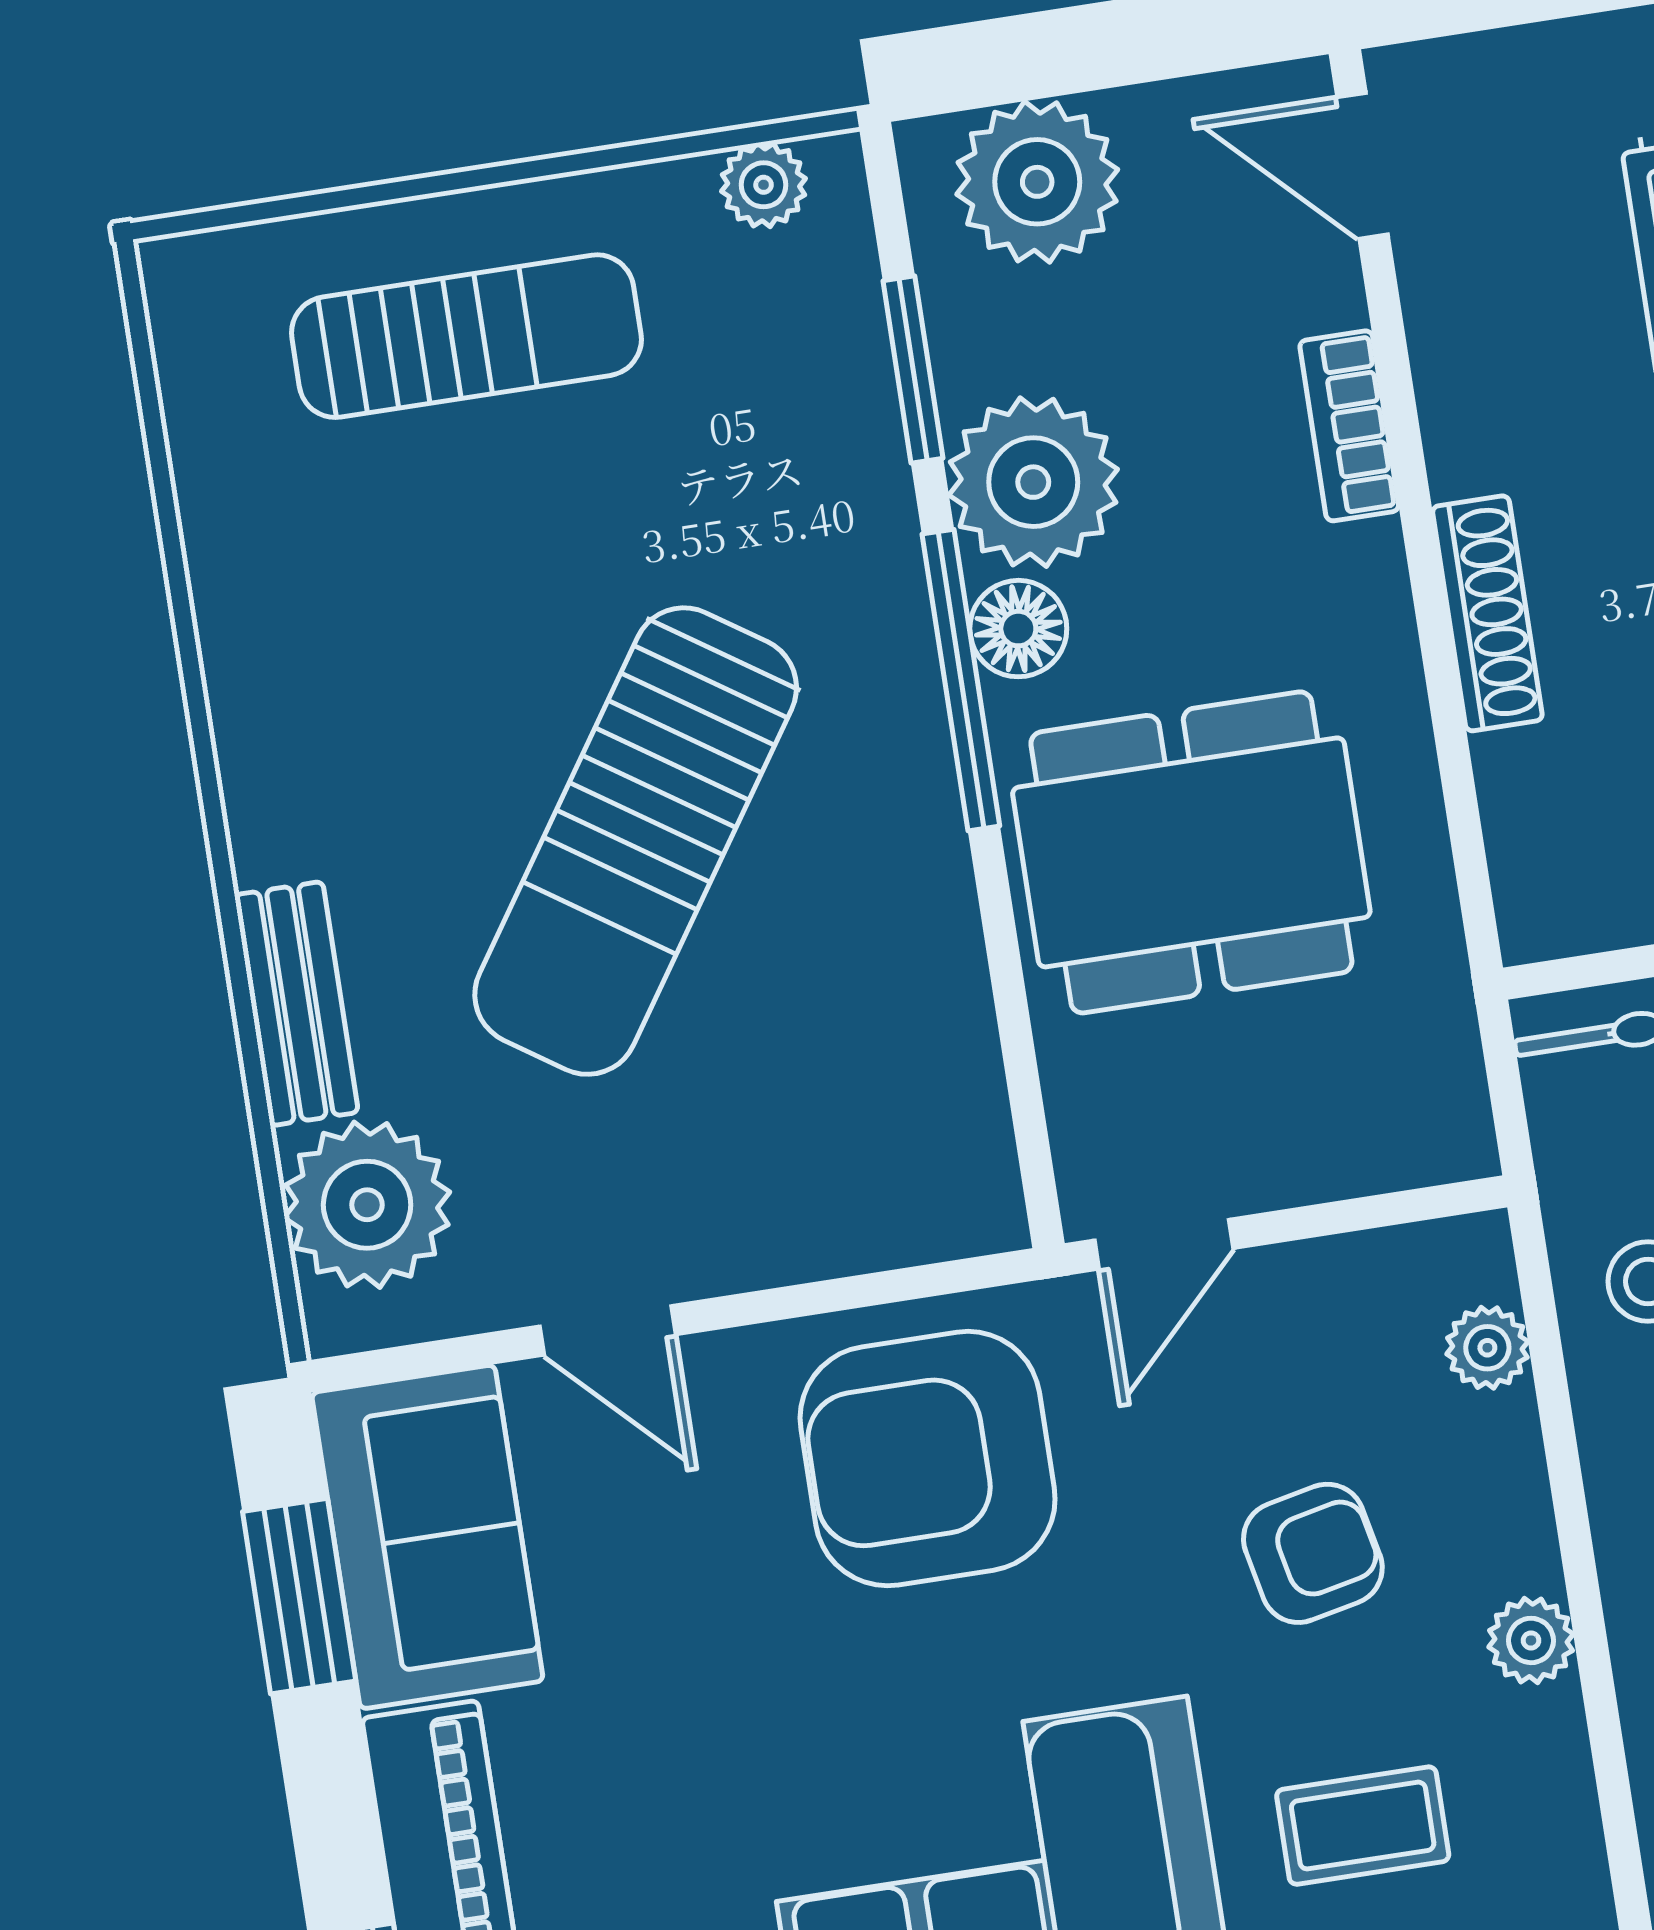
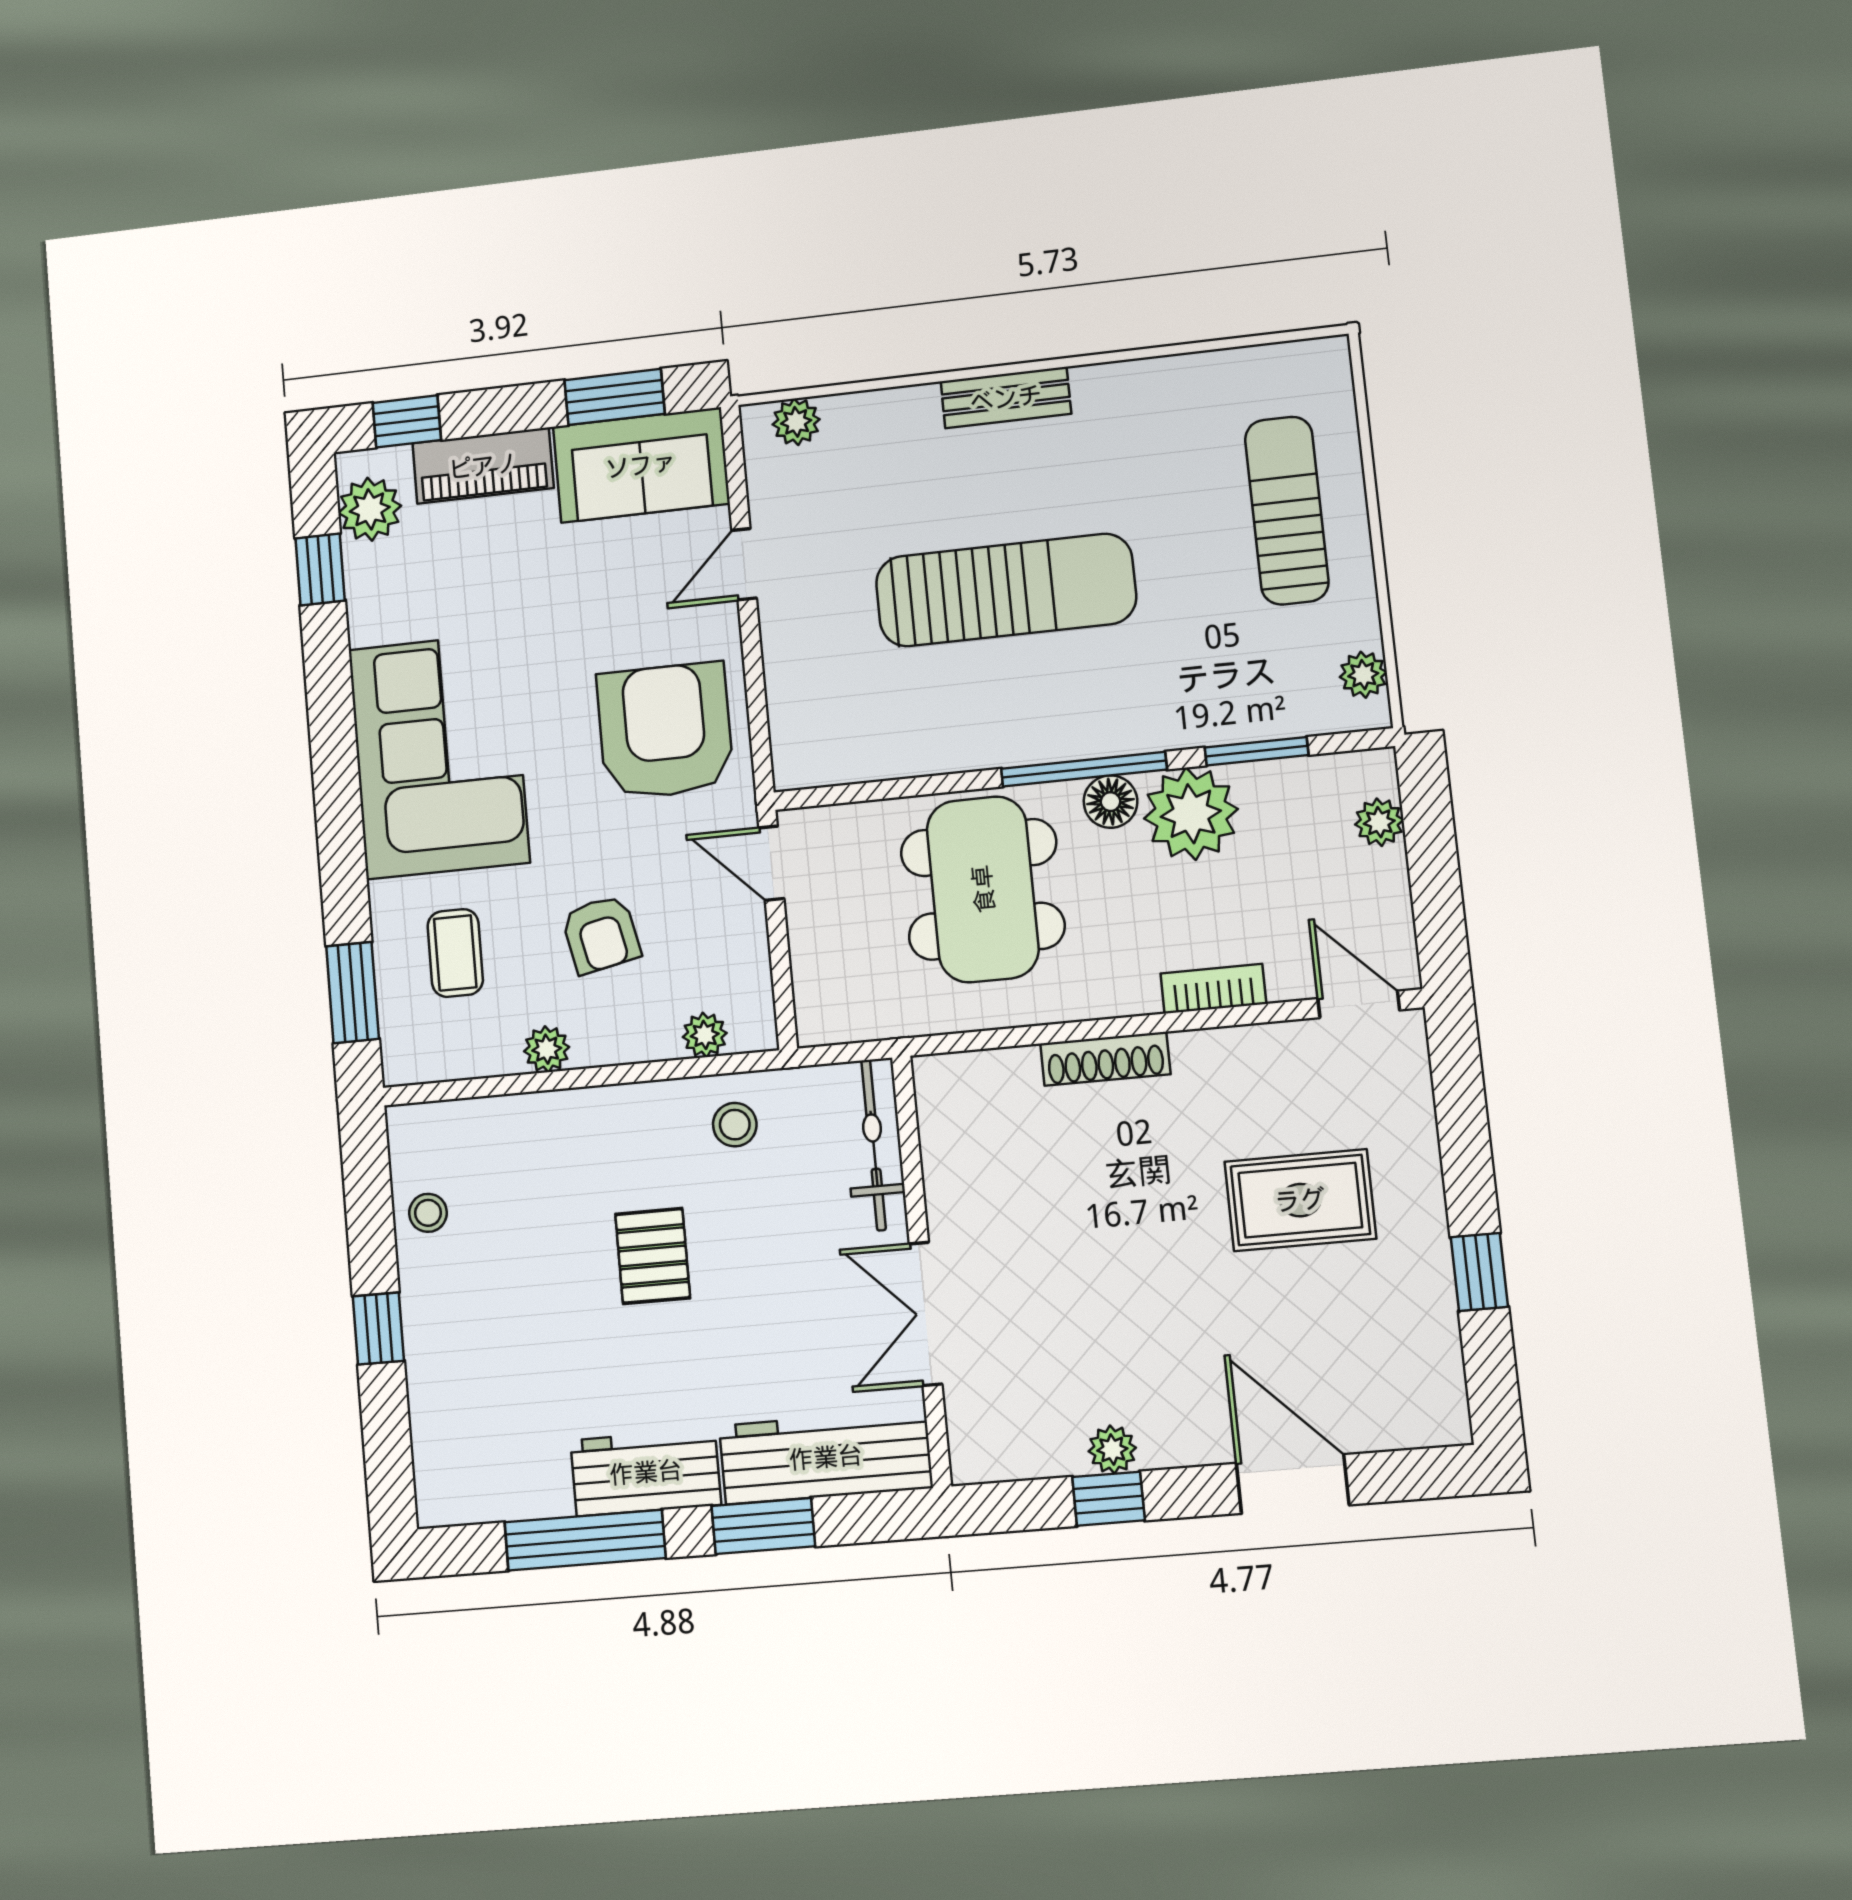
door: (1363, 166) -> (1359, 1004), hinge flipped
plant: (1037, 182) -> (1379, 822), width x0.53, depth x0.53
sun lounger: (466, 336) -> (1287, 510), turned 180
sun lounger: (636, 841) -> (1006, 590), turned 146
bench: (296, 1004) -> (1006, 398), moved
plant: (367, 1205) -> (796, 422), width x0.53, depth x0.53

